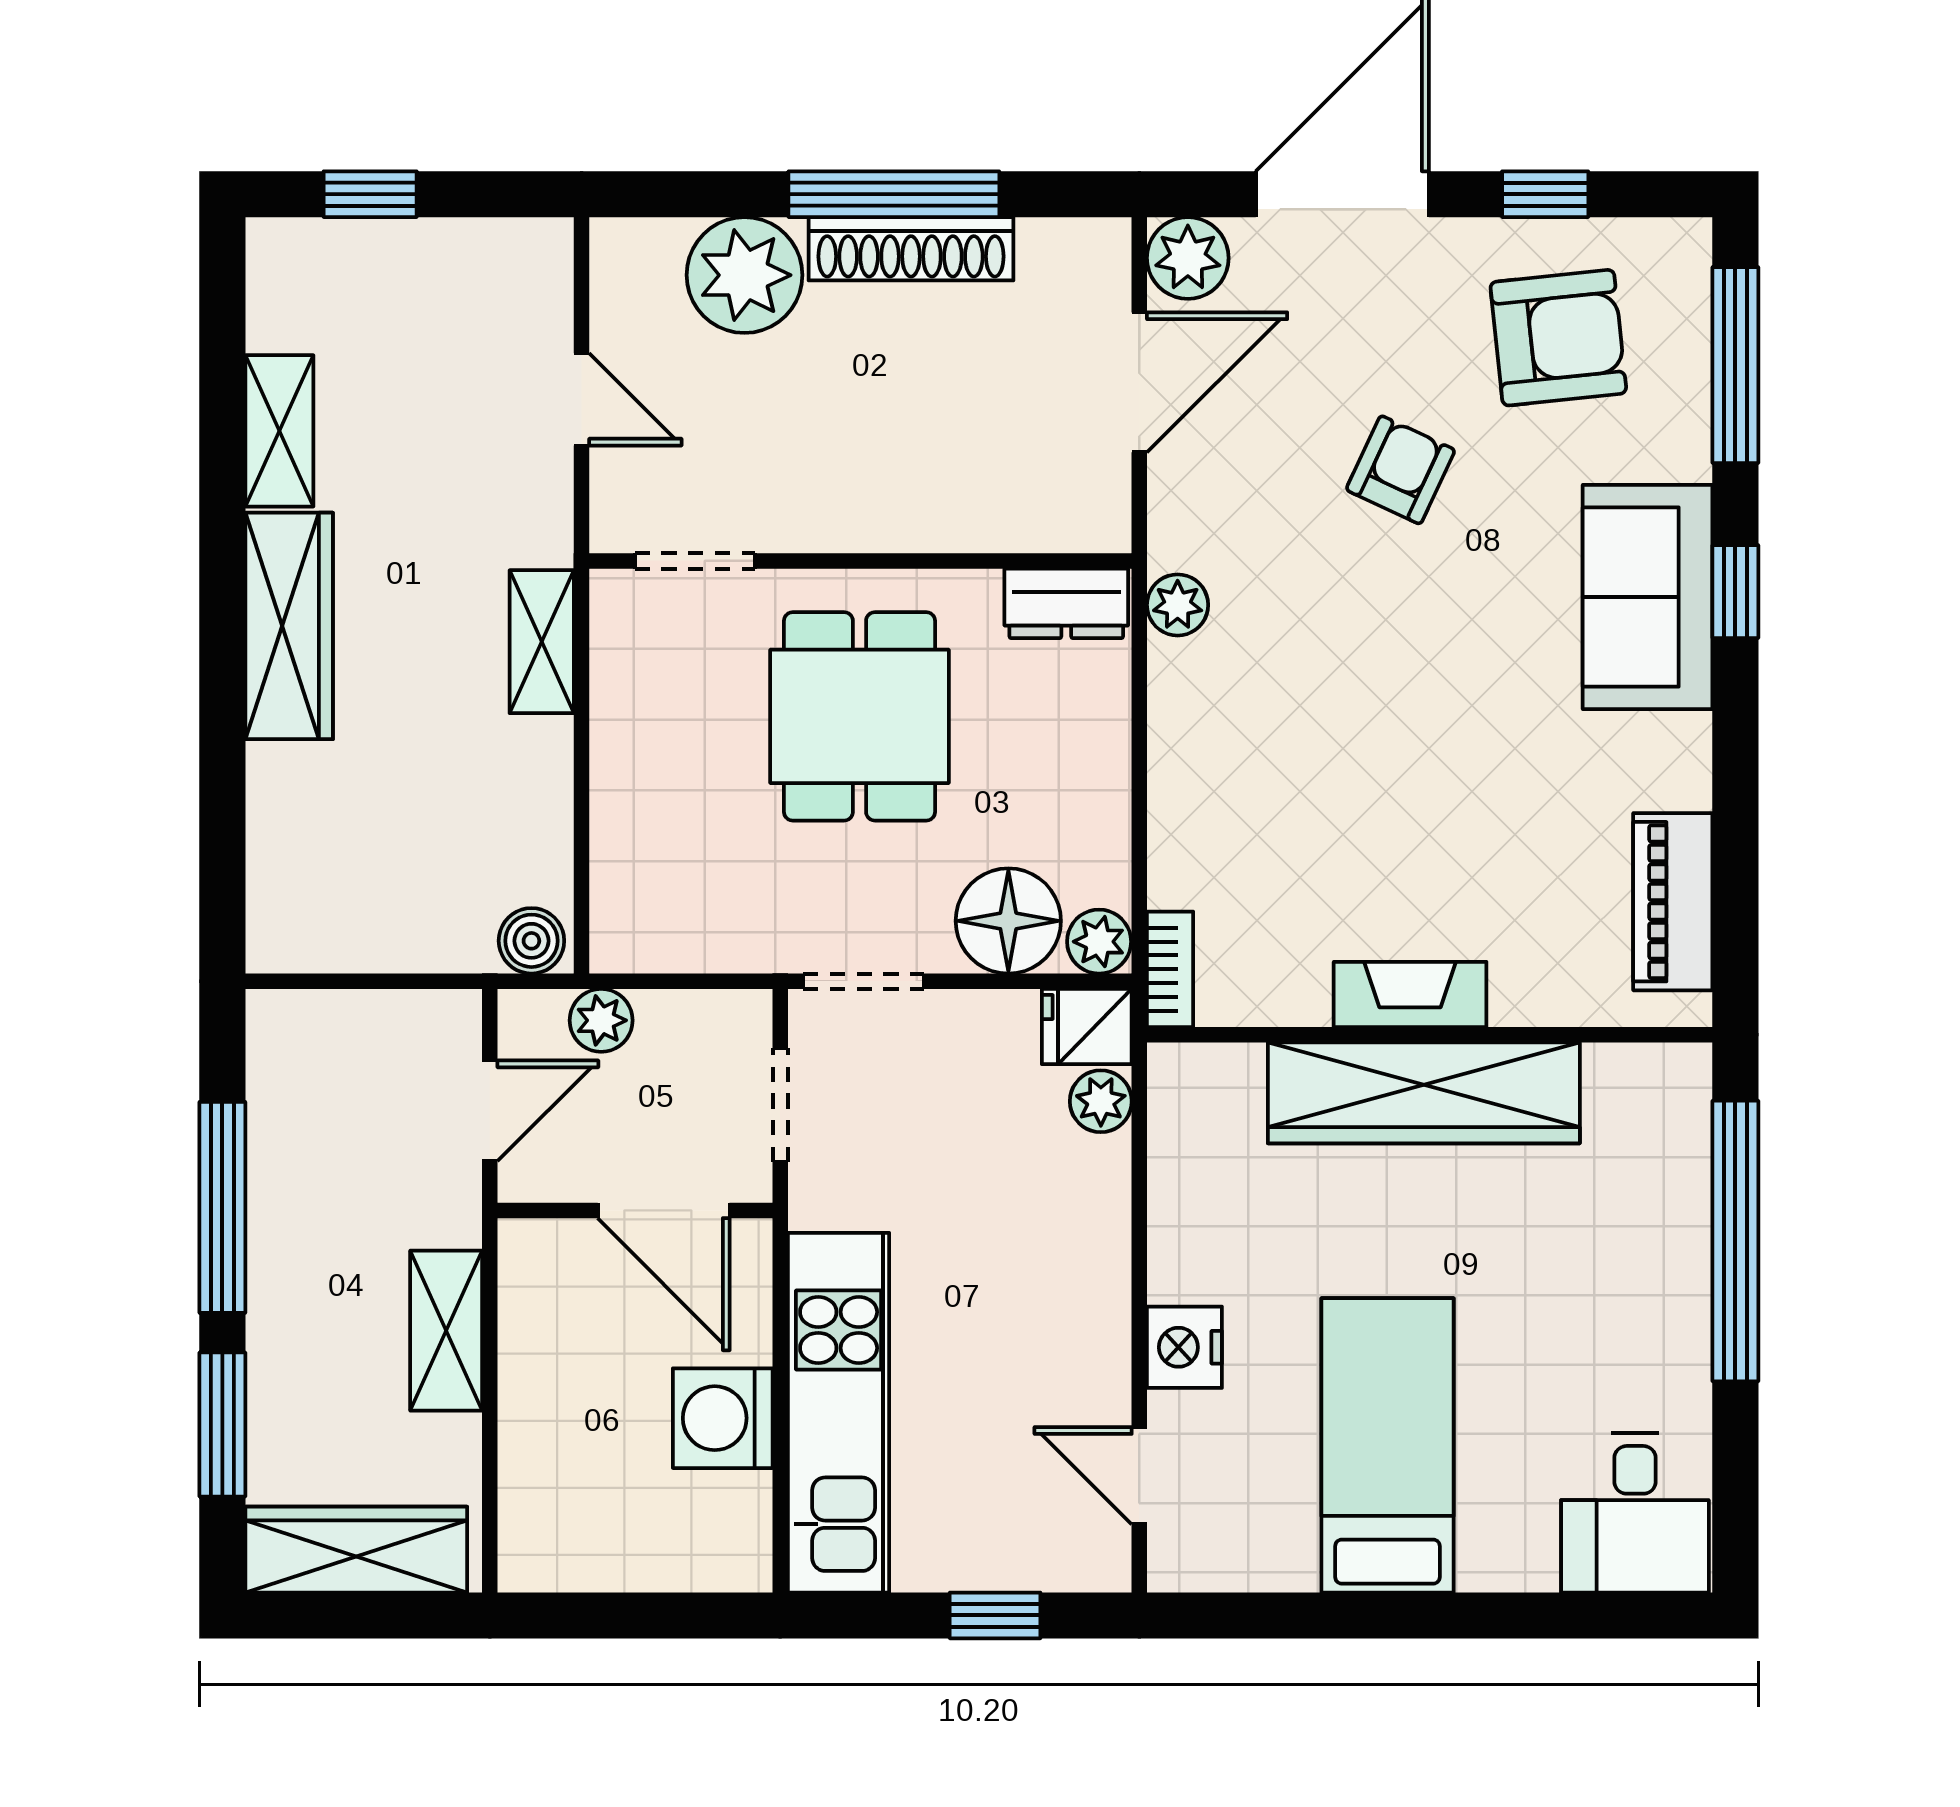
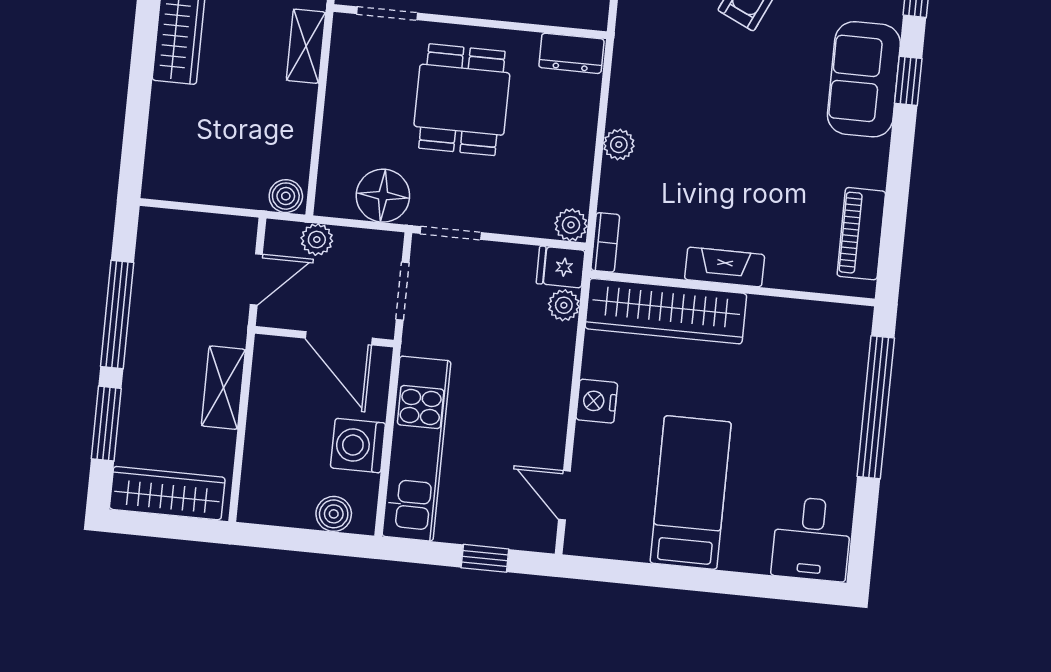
plant: (1178, 605) -> (619, 145), moved
floor lamp: (1008, 921) -> (383, 196), moved
wardrobe: (1424, 1093) -> (666, 311), moved
nightstand: (1184, 1347) -> (597, 401), moved
boiler: (688, 1558) -> (334, 514), added

